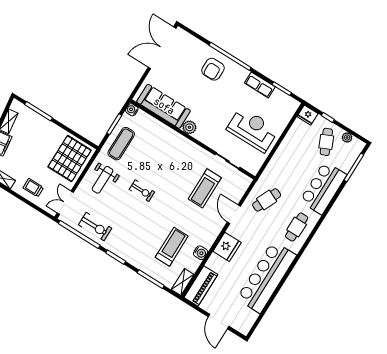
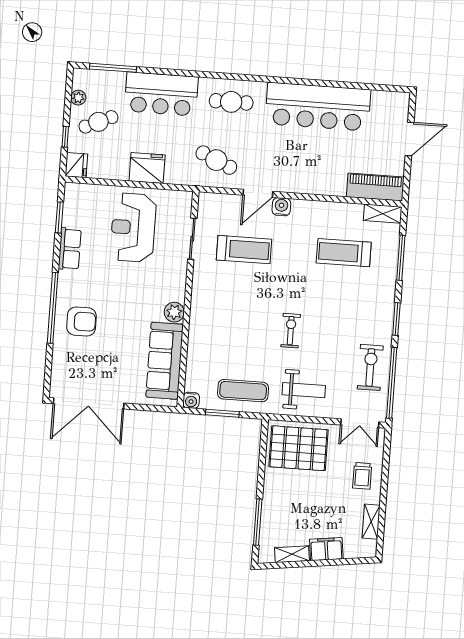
fridge: (227, 247) -> (147, 168), moved
water cooler: (201, 253) -> (281, 207), moved

